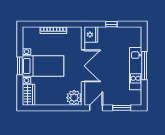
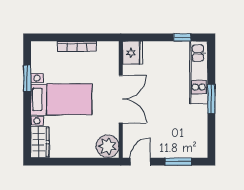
window: (111, 24) -> (182, 37), moved
window: (20, 66) -> (27, 78), moved
window: (144, 66) -> (211, 99), width x0.69
kitchen unit: (136, 69) -> (199, 73), moved

